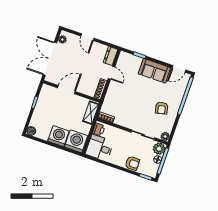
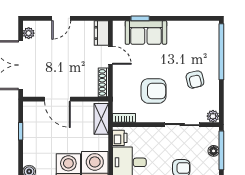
door: (87, 37) -> (61, 18), hinge flipped
door: (179, 69) -> (200, 18), removed
sofa: (154, 71) -> (146, 32), moved
door: (66, 90) -> (57, 99), swing flipped
armchair: (132, 106) -> (154, 91), added
plant: (159, 149) -> (210, 136), removed

